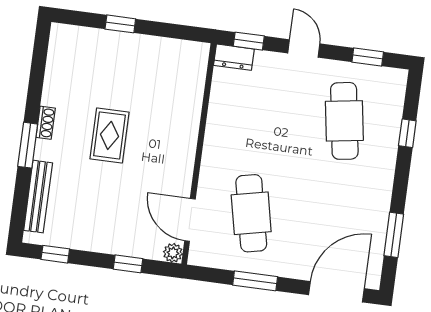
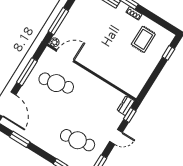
window: (120, 24) -> (168, 53), moved
rug: (109, 135) -> (143, 39), moved, turned 90
window: (128, 264) -> (58, 21), width x2.17
window: (255, 281) -> (27, 72), width x1.44

